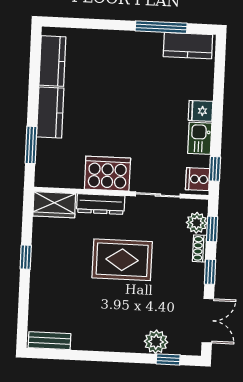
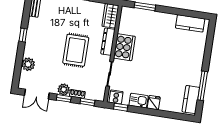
kitchen counter: (50, 112) -> (162, 19), removed
plant: (197, 223) -> (64, 89), moved
window: (168, 359) -> (23, 35), moved

